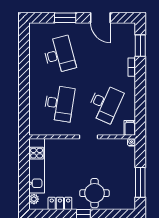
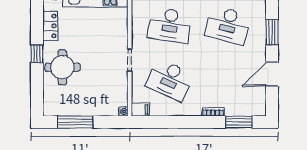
desk: (59, 55) -> (228, 25), turned 30

